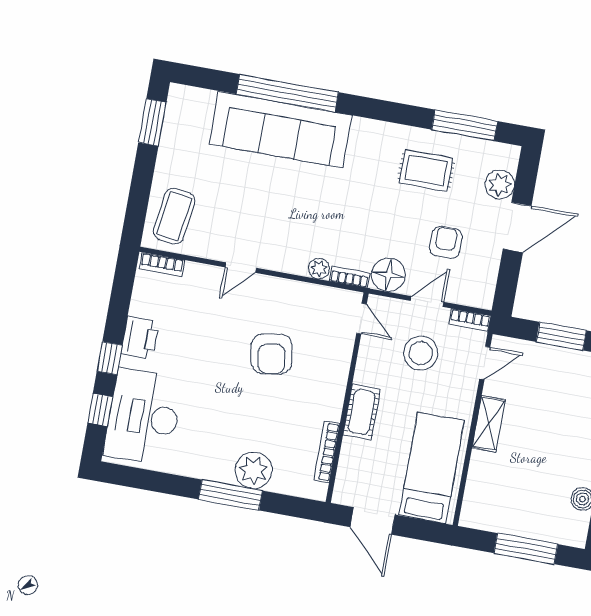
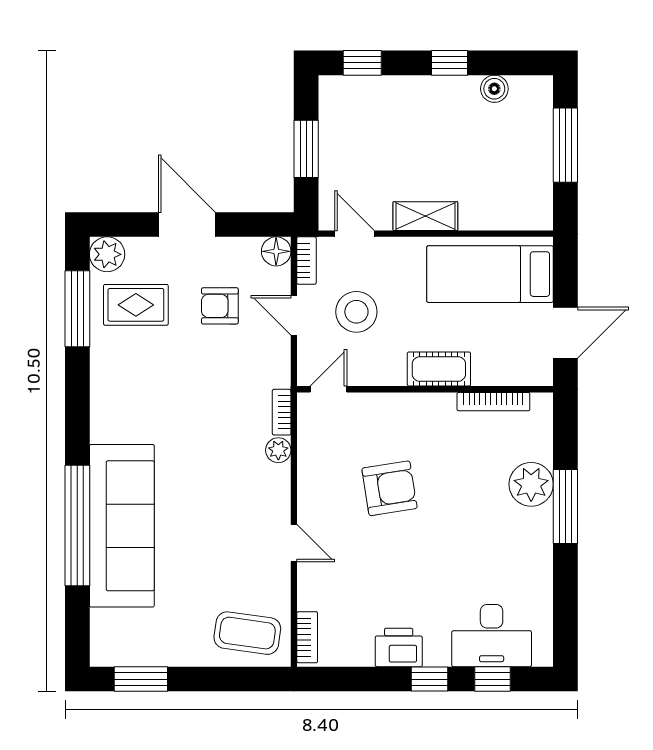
rug: (426, 170) -> (136, 305), moved, turned 90
plant: (500, 185) -> (107, 254), moved
floor lamp: (389, 275) -> (276, 251), moved, width x0.73, depth x0.73
desk: (143, 417) -> (492, 636), width x0.73, depth x0.77

